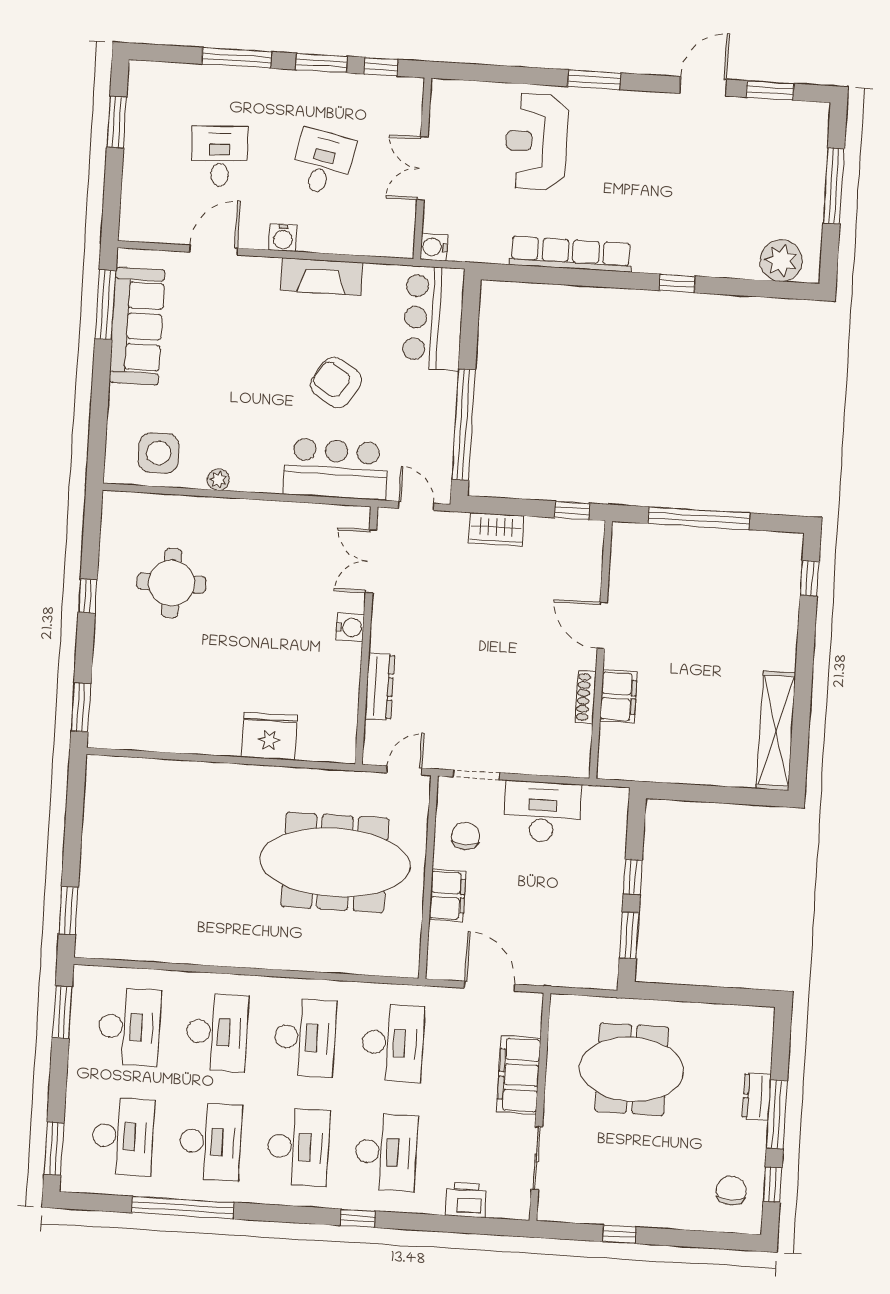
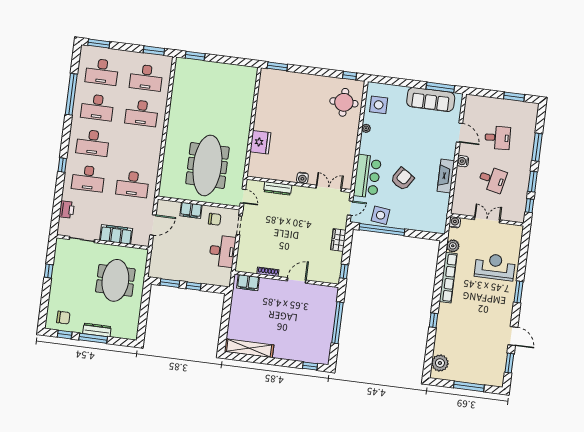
plant: (492, 248) -> (453, 246), added
bar counter: (433, 318) -> (426, 220), removed
side table: (429, 430) -> (381, 215), added
round table: (172, 583) -> (344, 102), moved
window: (88, 596) -> (350, 76), moved
filing cabinet: (618, 696) -> (248, 283), moved
desk: (305, 1038) -> (137, 149), removed
dresser: (757, 1096) -> (97, 330), width x1.44

